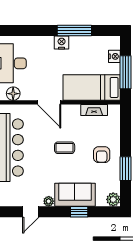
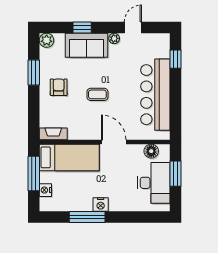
fireplace: (94, 110) -> (53, 134), moved

